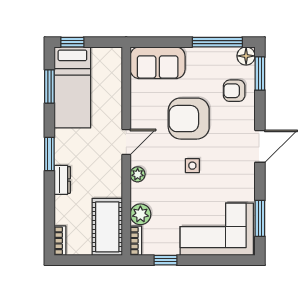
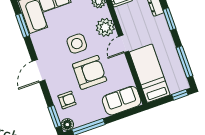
window: (49, 86) -> (184, 62), width x1.44
bed: (72, 87) -> (150, 73), moved
side table: (192, 166) -> (77, 44), width x1.87, depth x1.87
plant: (138, 174) -> (105, 27), width x1.88, depth x1.88

